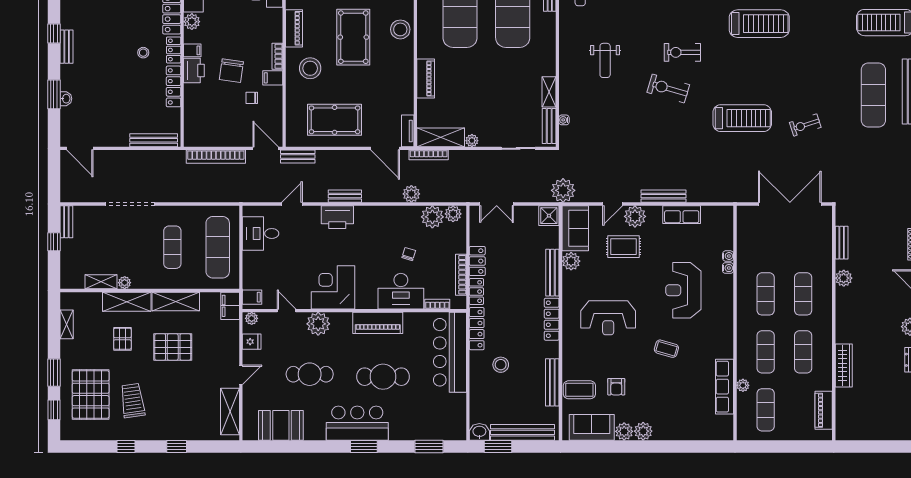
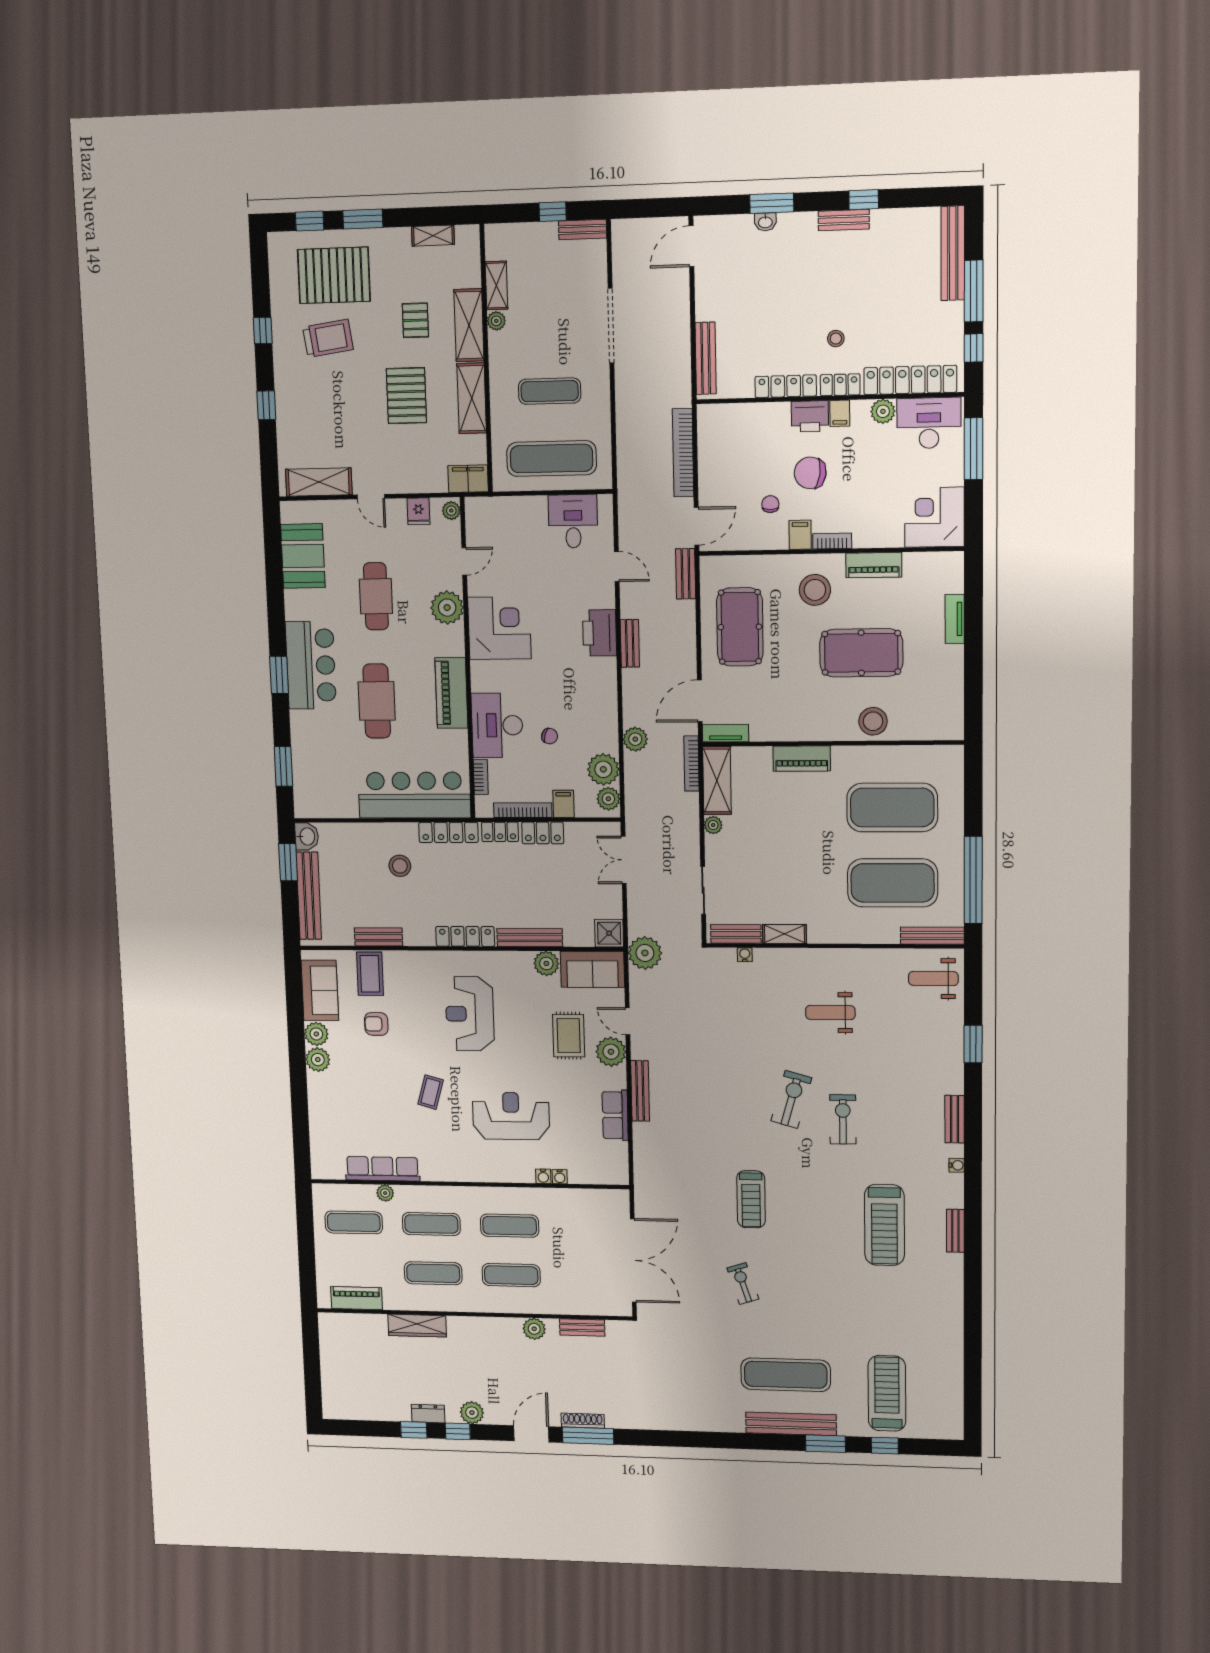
treadmill: (742, 118) -> (751, 1199), width x0.73, depth x0.73
filing cabinet: (252, 297) -> (564, 804), moved, turned 180
pallet: (122, 339) -> (415, 320), turned 90
bench: (552, 382) -> (379, 937), width x0.73

